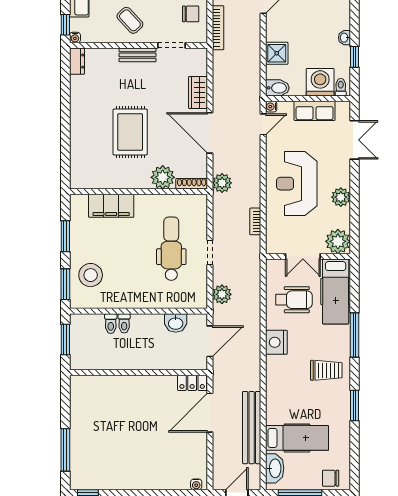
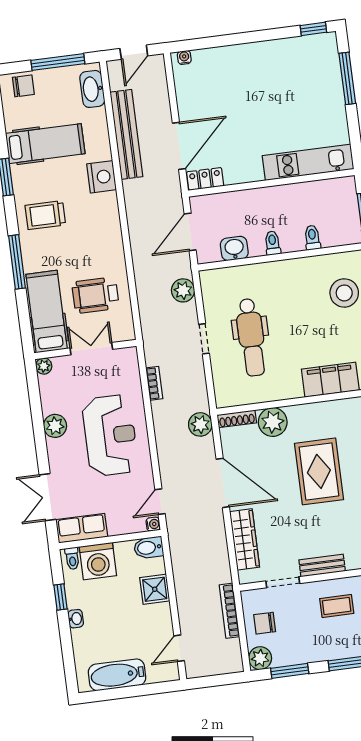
coffee table: (130, 20) -> (337, 606), turned -47
wardrobe: (198, 92) -> (245, 539), width x1.50
row of seats: (315, 111) -> (82, 528), moved
plant: (338, 241) -> (44, 366), width x0.53, depth x0.53
toilet: (124, 323) -> (273, 243), moved
nightstand: (276, 342) -> (102, 177), moved
kitchen unit: (106, 386) -> (308, 162), added
hospital bed: (297, 438) -> (45, 144), moved, turned 180

